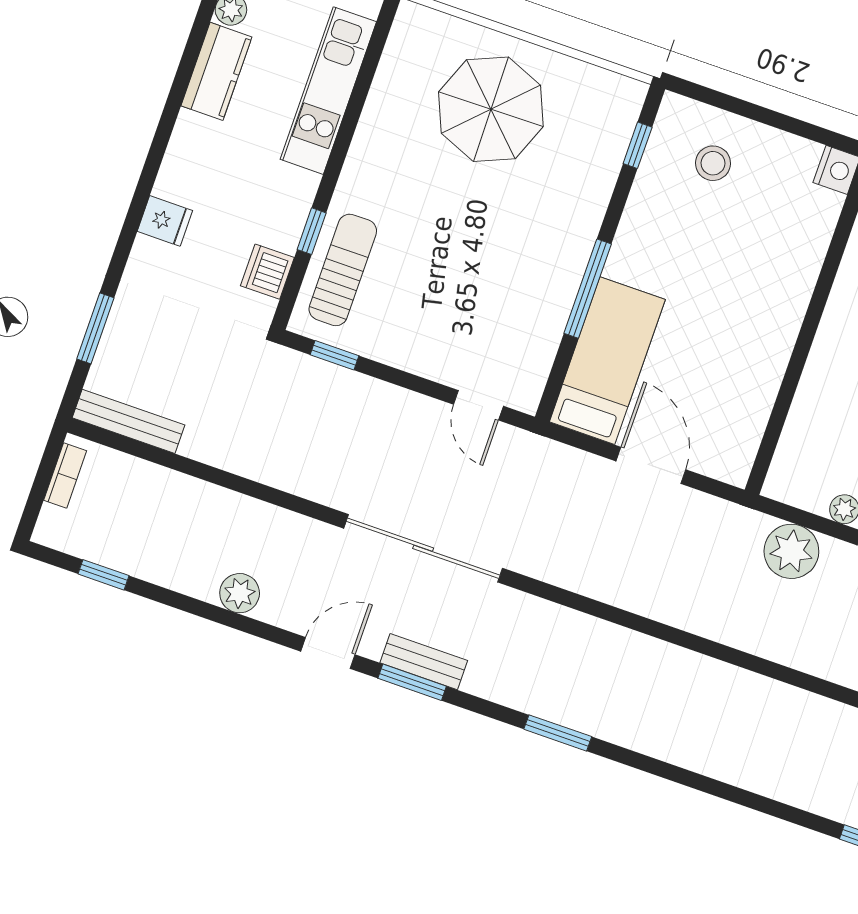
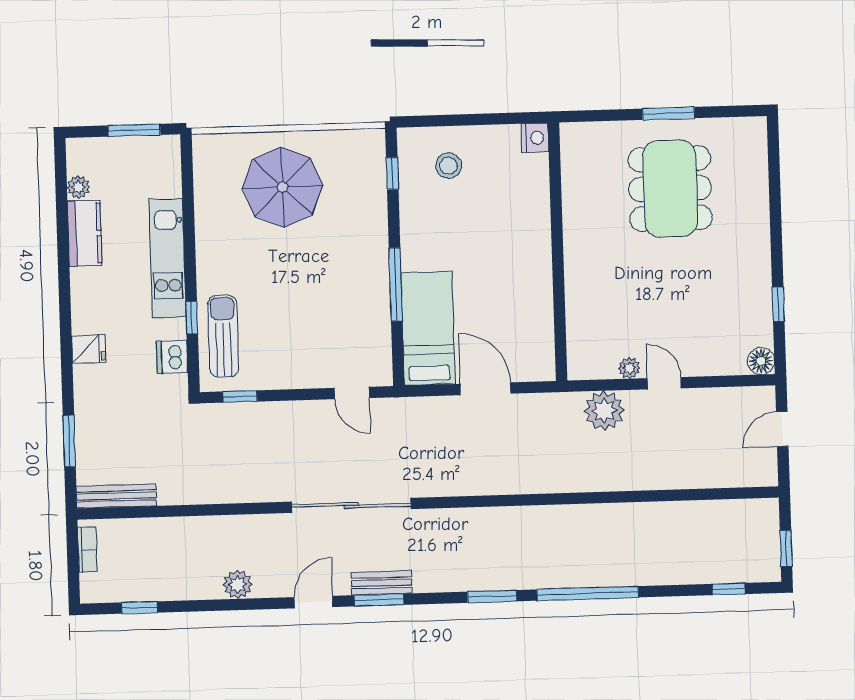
kitchen unit: (328, 91) -> (167, 258), moved
window: (681, 776) -> (588, 593), added

